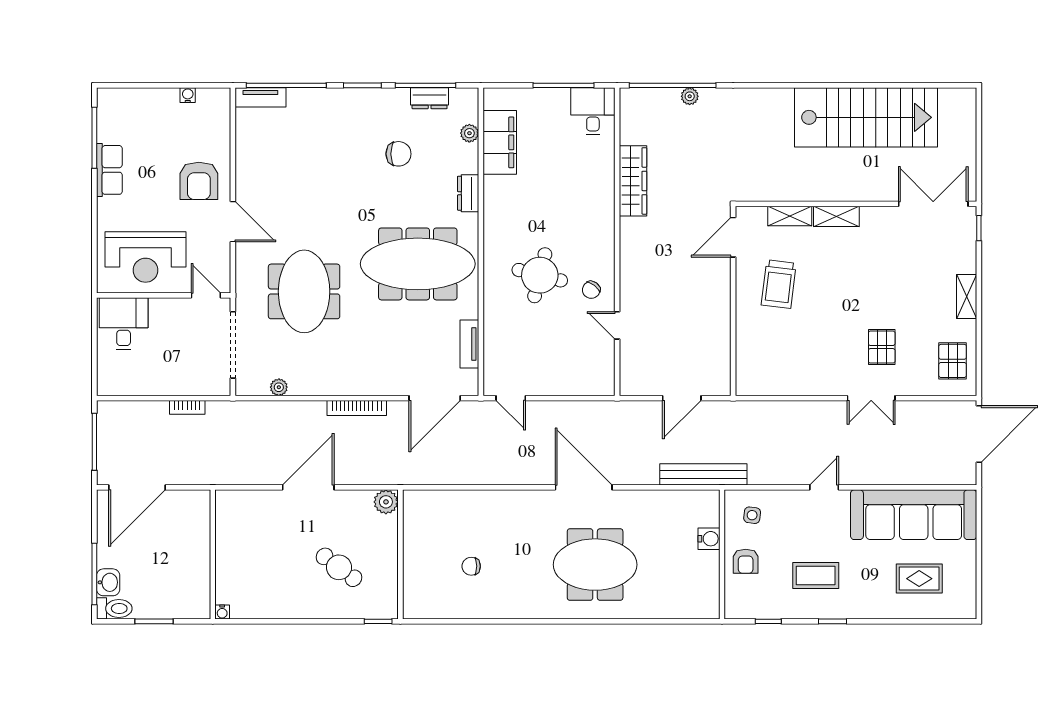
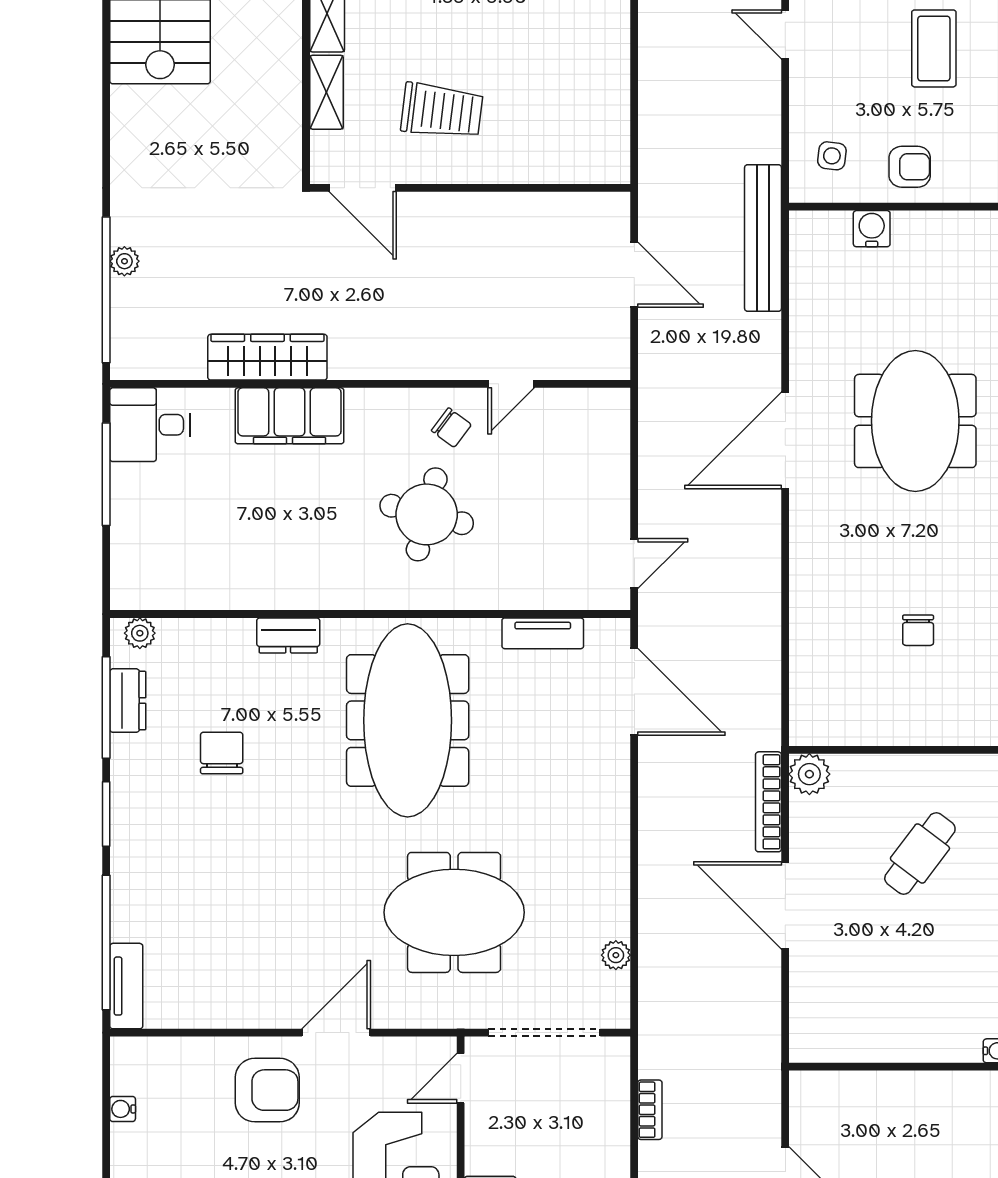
plant: (469, 133) -> (140, 633), moved
filing cabinet: (500, 142) -> (289, 416), moved, turned 180
bookcase: (357, 408) -> (768, 802), moved, turned 180

